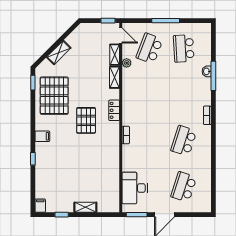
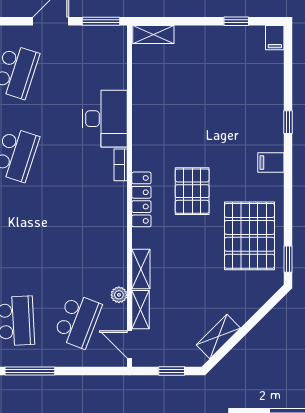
window: (108, 21) -> (172, 371), moved
window: (166, 21) -> (30, 371), moved
shelving: (59, 53) -> (218, 336), moved
locker: (114, 110) -> (141, 199), width x1.53
desk: (135, 188) -> (105, 119), moved
shelving: (85, 207) -> (153, 35), moved

